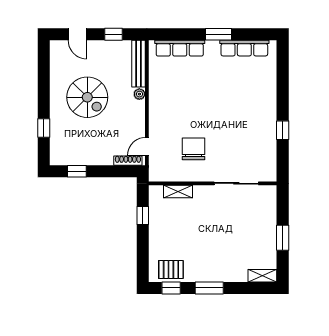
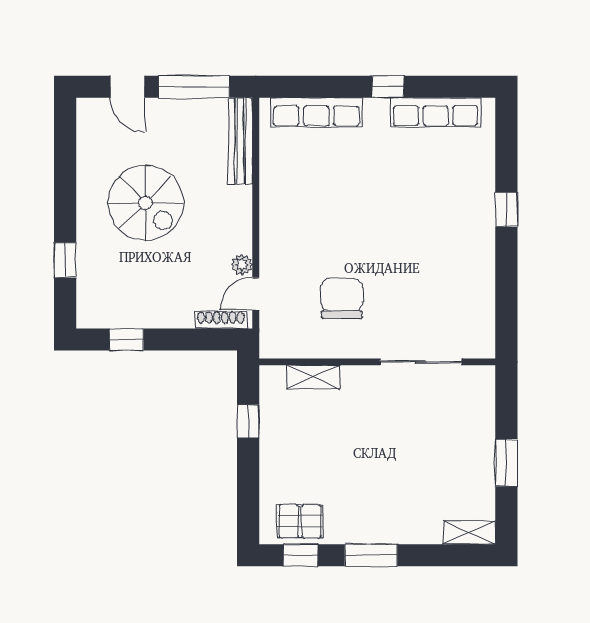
window: (114, 34) -> (194, 87), width x2.17
window: (219, 34) -> (388, 87), width x0.67
plant: (139, 94) -> (242, 265), moved
window: (283, 130) -> (506, 209), moved

